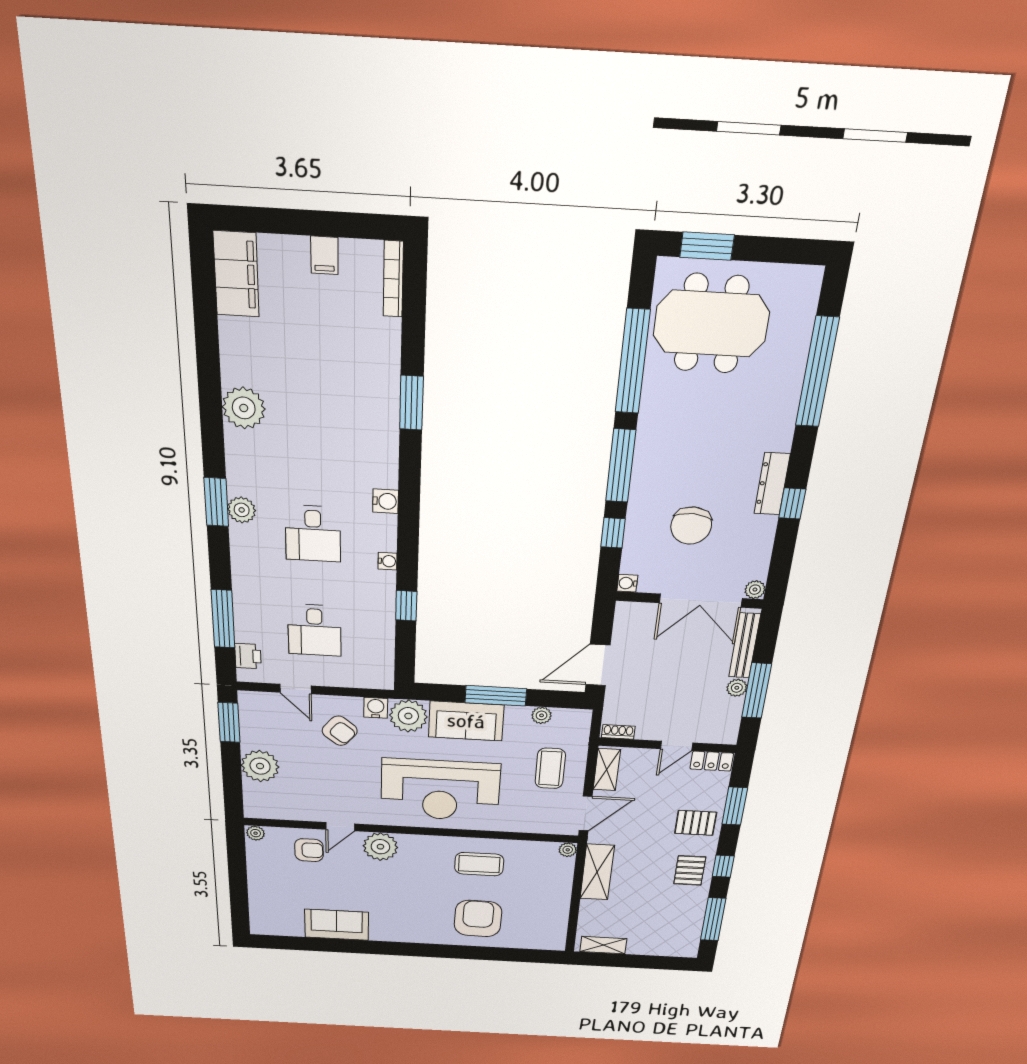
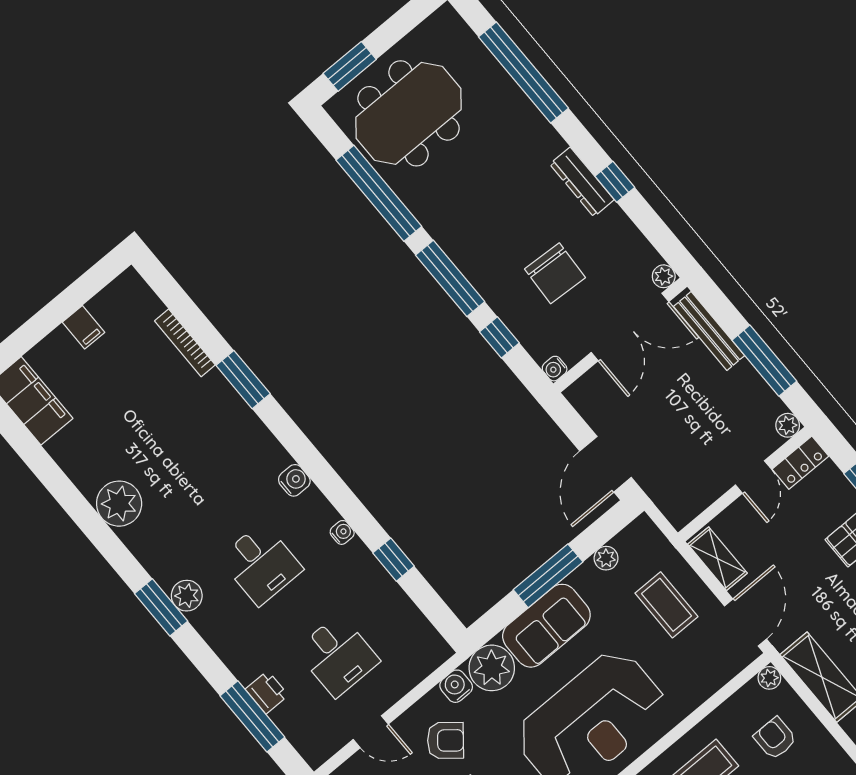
bookcase: (393, 279) -> (185, 343), moved
printer: (248, 656) -> (267, 692), moved
plant: (737, 688) -> (788, 425), moved
shoe rack: (618, 732) -> (689, 511), removed
armchair: (538, 879) -> (775, 738), added

